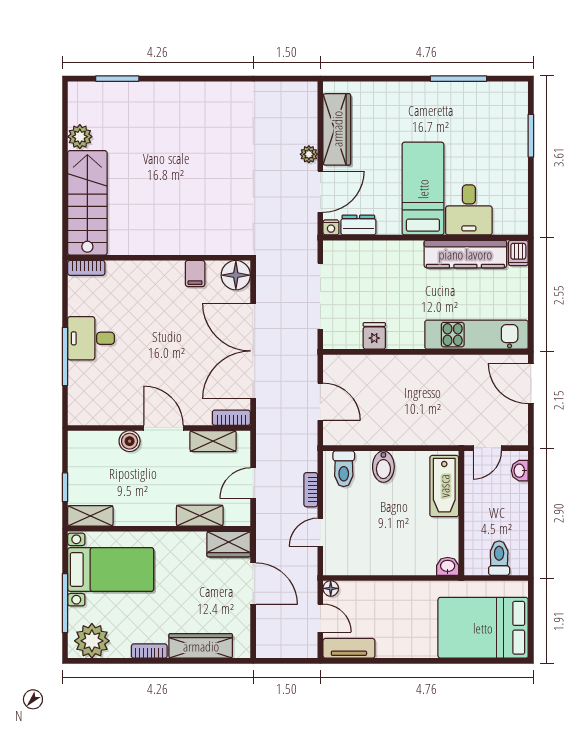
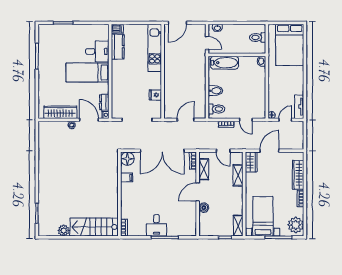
kitchen counter: (465, 254) -> (118, 47), width x0.67

